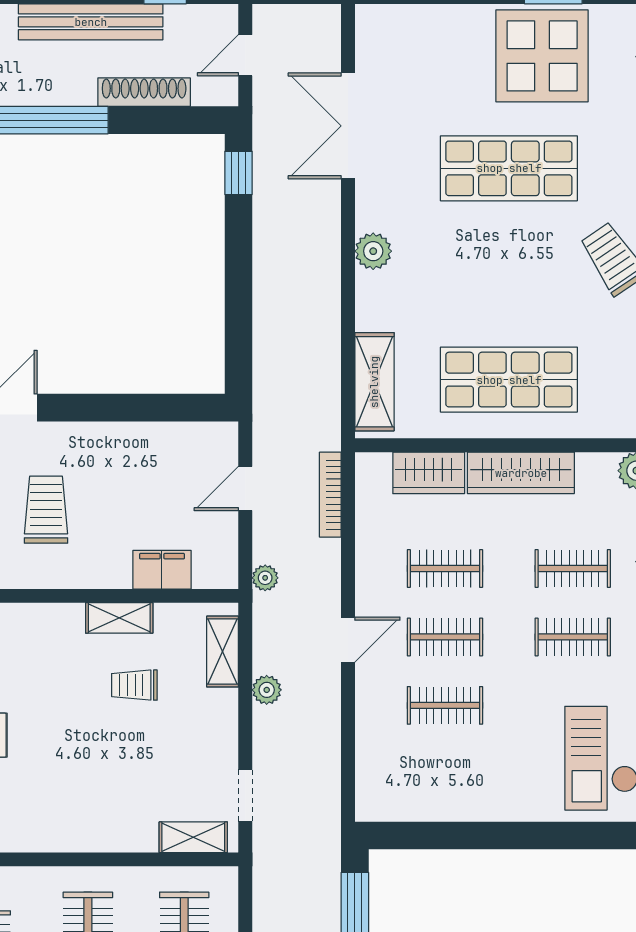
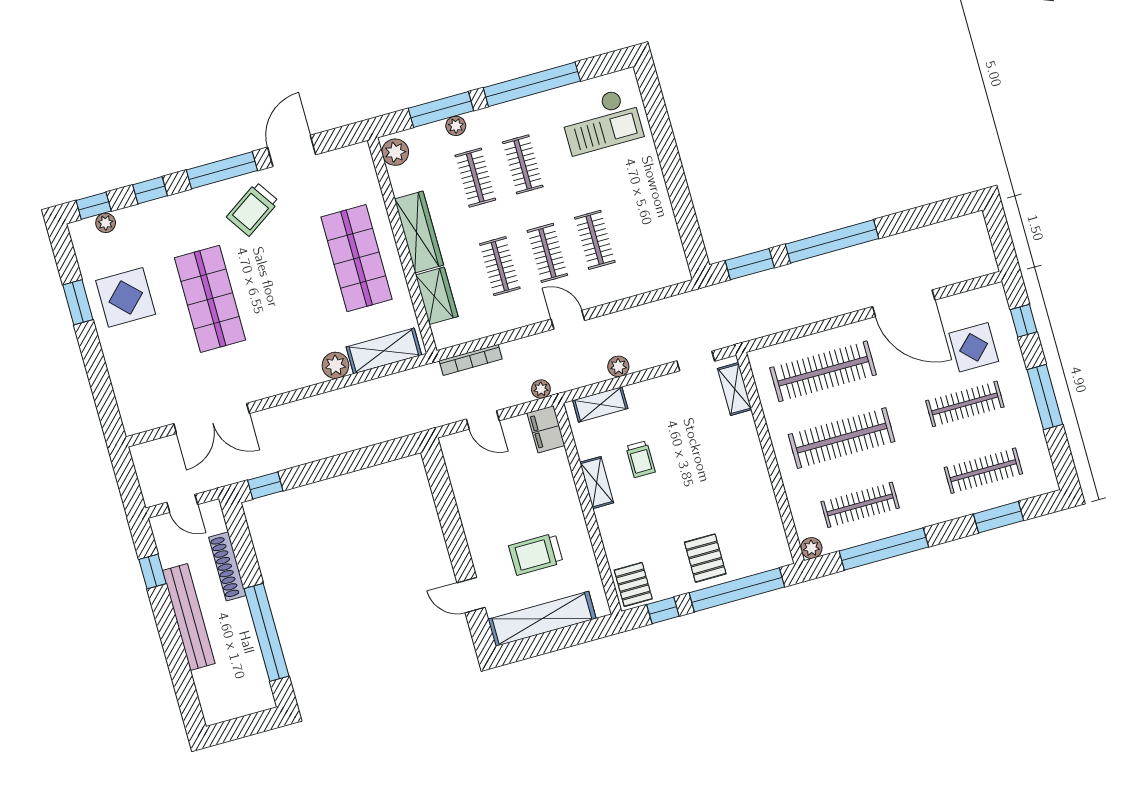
display table: (542, 56) -> (126, 297), width x0.73, depth x0.73
plant: (373, 251) -> (335, 365), moved
filing cabinet: (162, 570) -> (546, 429), moved

